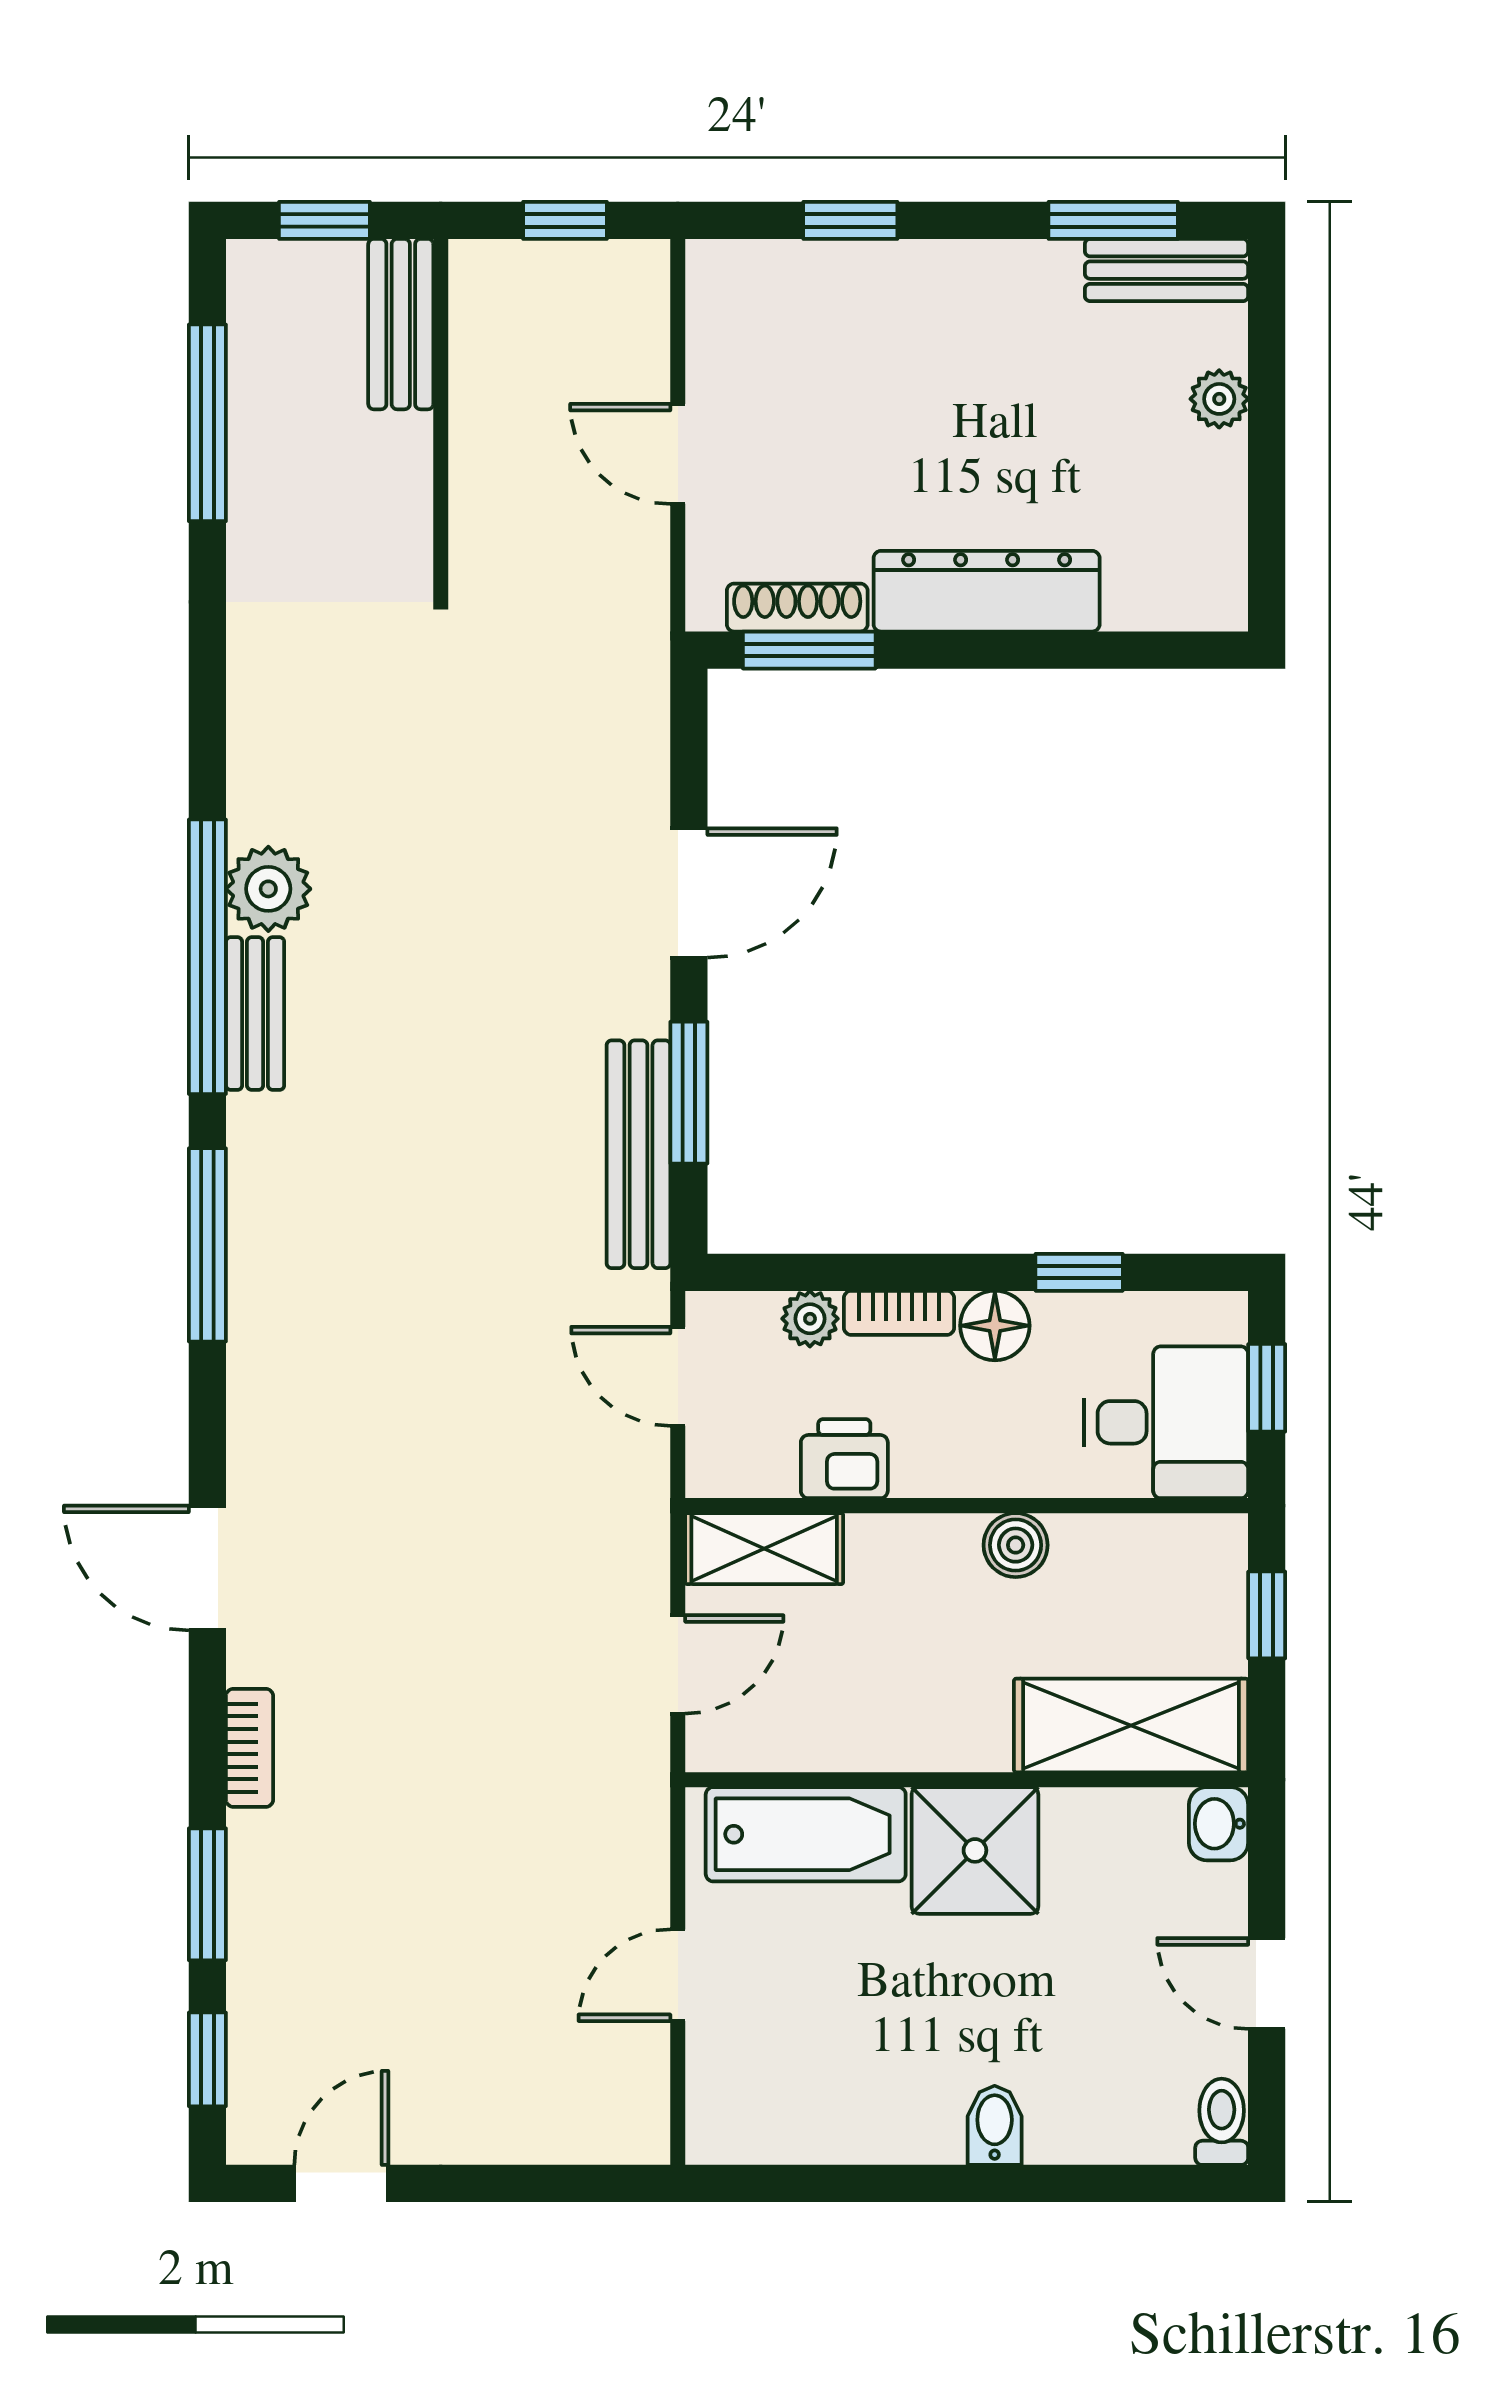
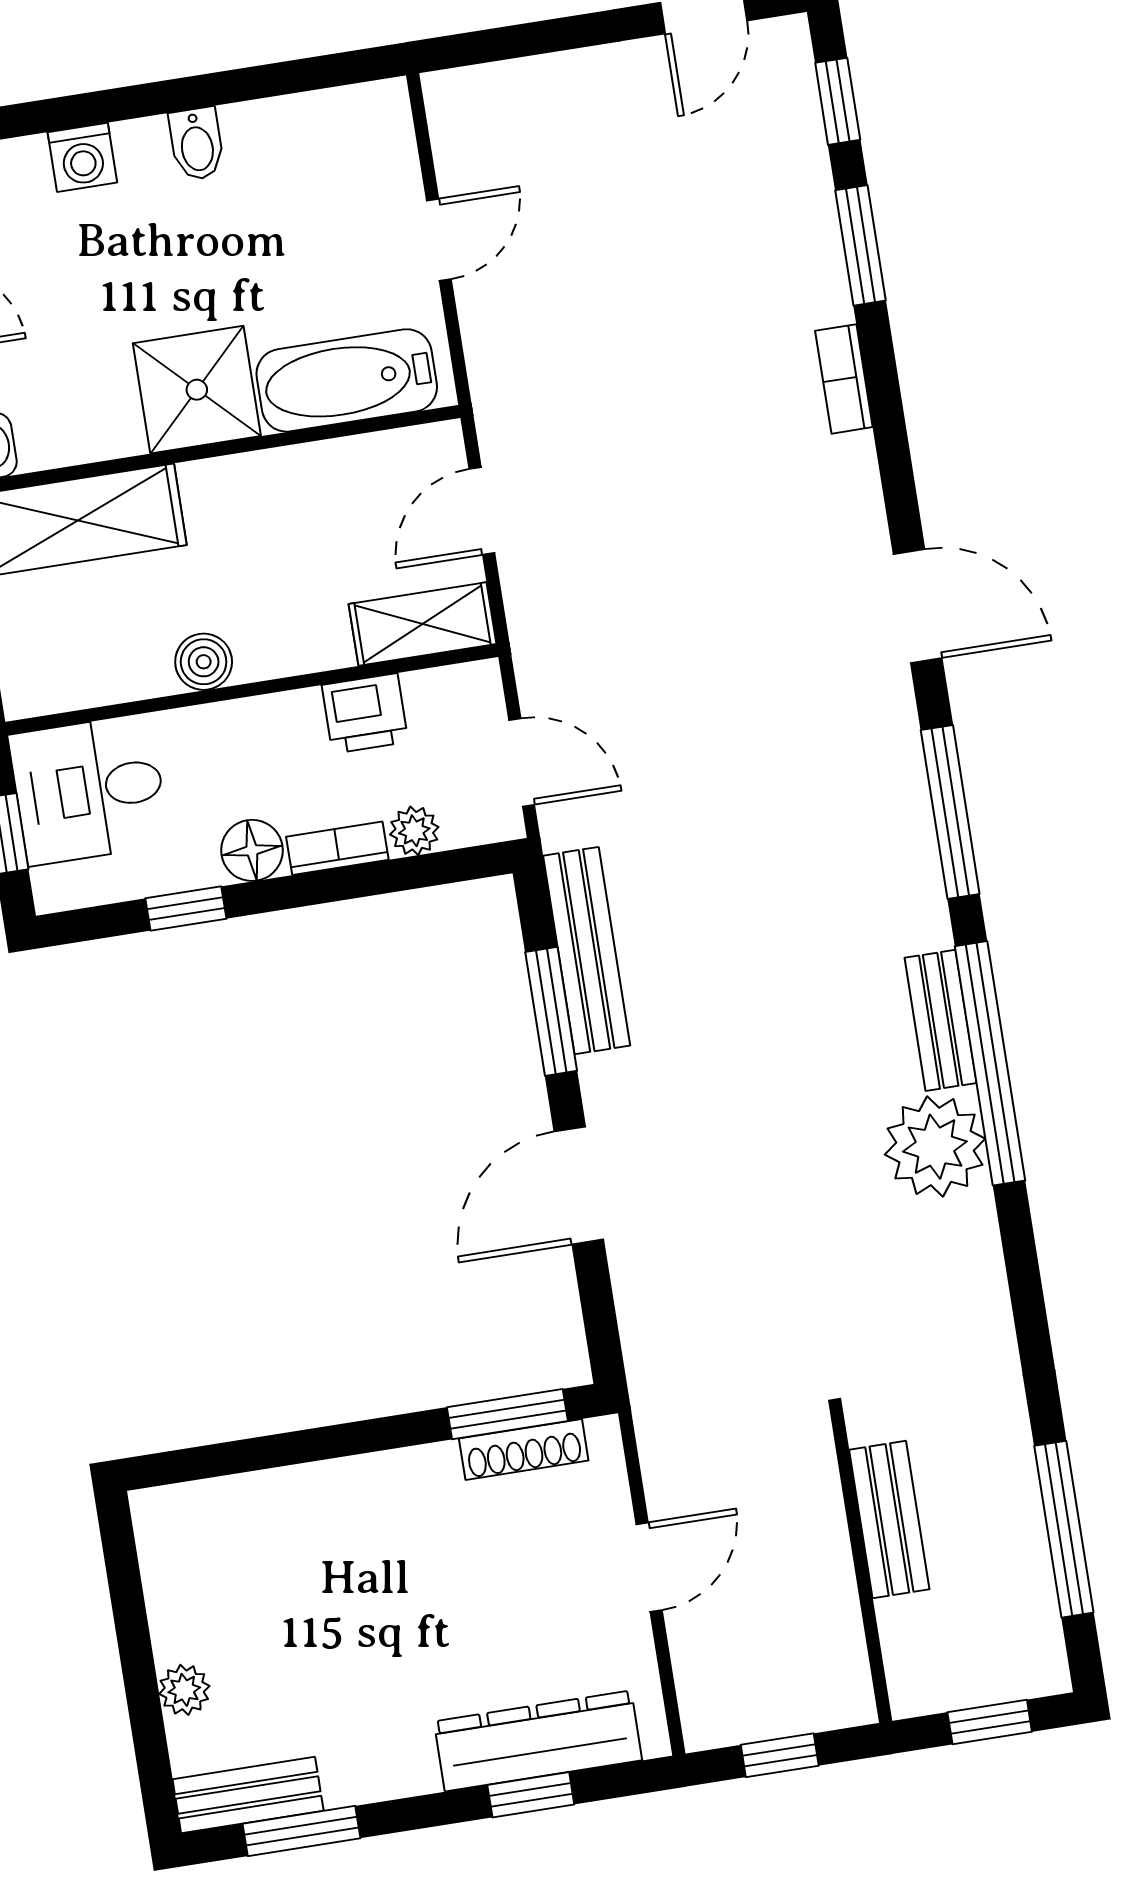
bench: (401, 324) -> (889, 1519), moved
door: (678, 454) -> (649, 1567), hinge flipped
dresser: (987, 591) -> (538, 1741), moved, turned 180
plant: (268, 889) -> (935, 1147), width x1.36, depth x1.36
door: (207, 1568) -> (918, 606), moved
bidet: (995, 2125) -> (197, 144), moved
washing machine: (1062, 2131) -> (82, 157), added

